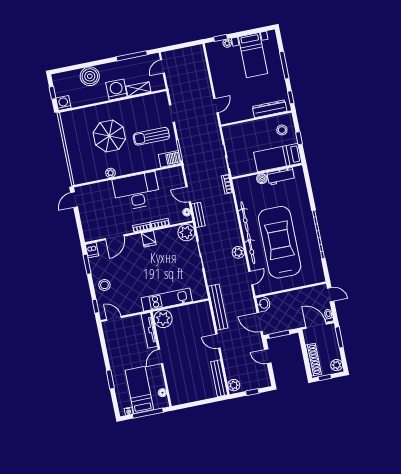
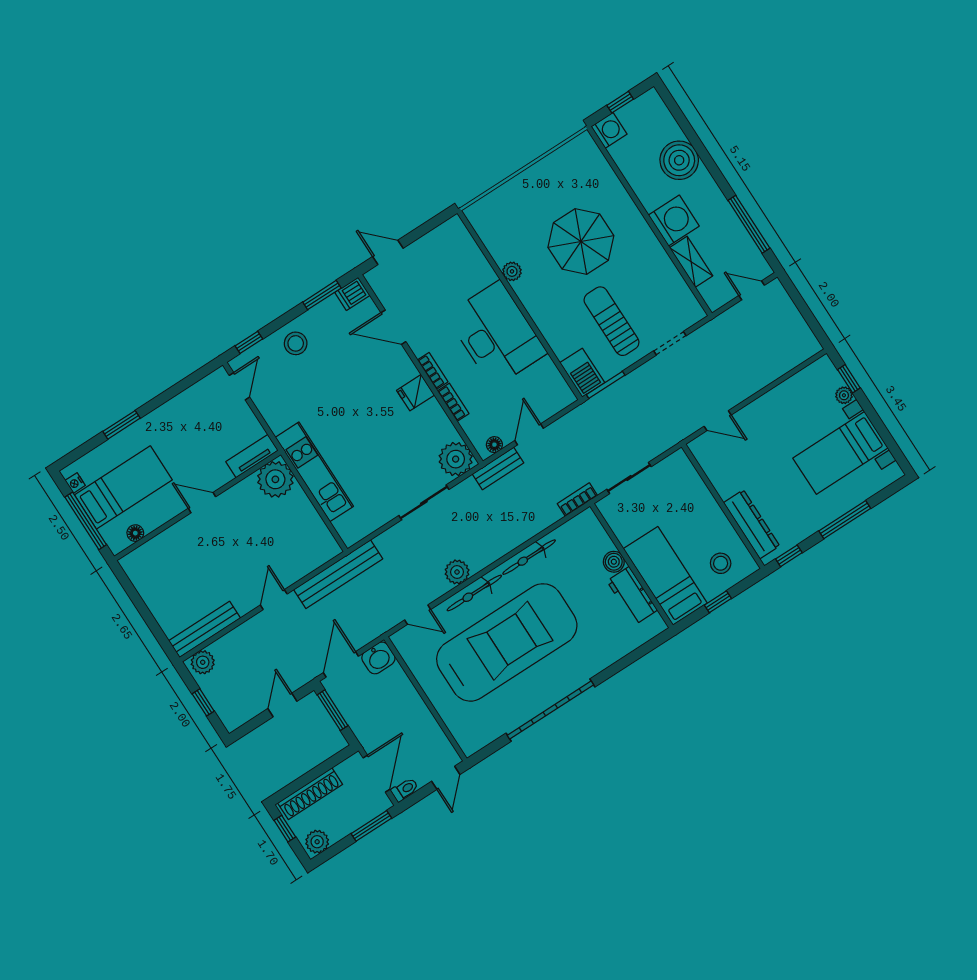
door: (74, 200) -> (388, 252), moved
tv unit: (149, 330) -> (252, 456), width x0.71

